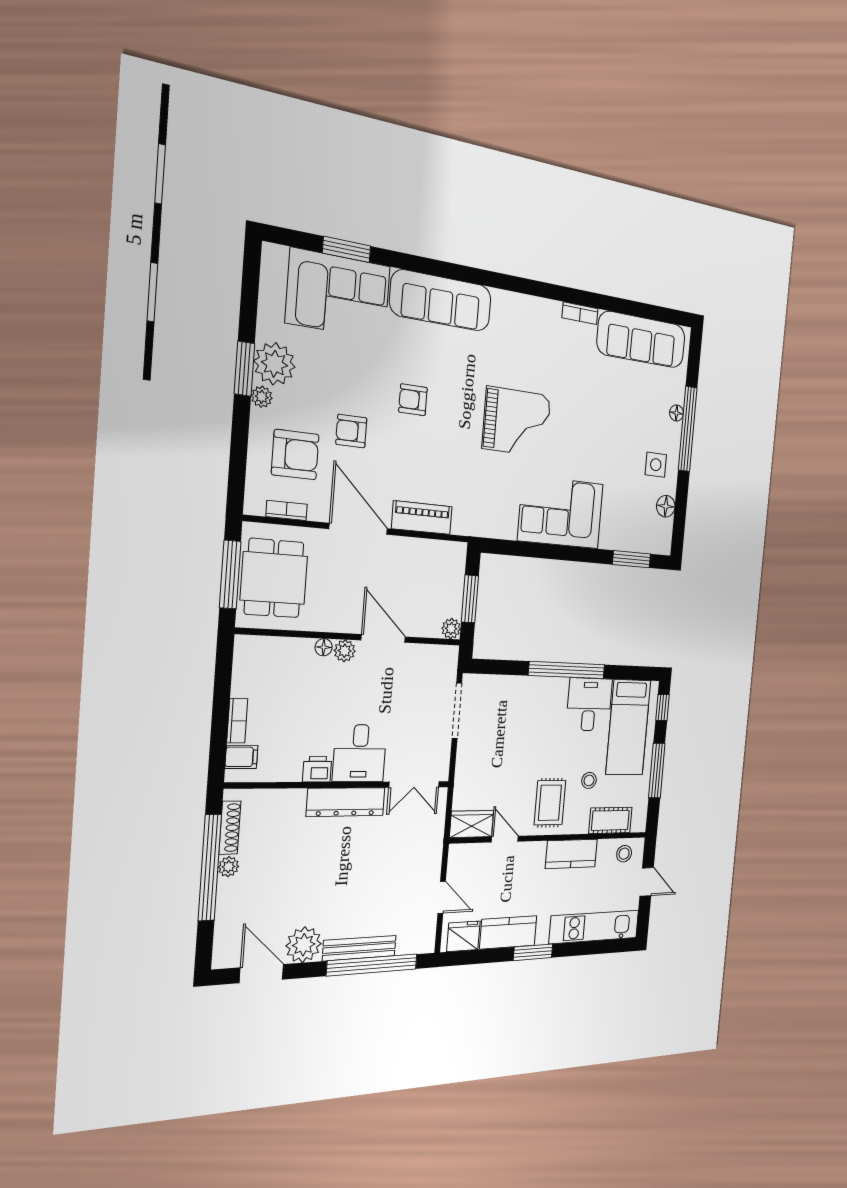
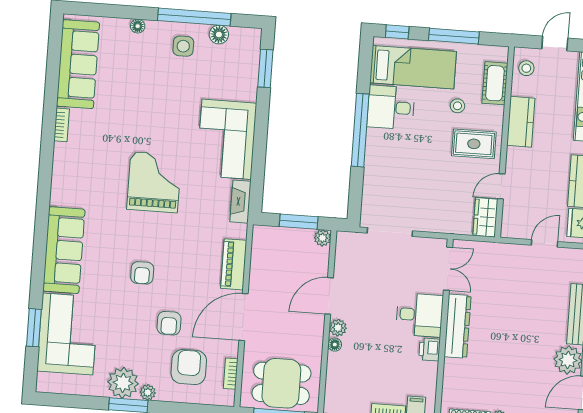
window: (688, 429) -> (194, 17), moved
fireplace: (493, 528) -> (240, 202), added

